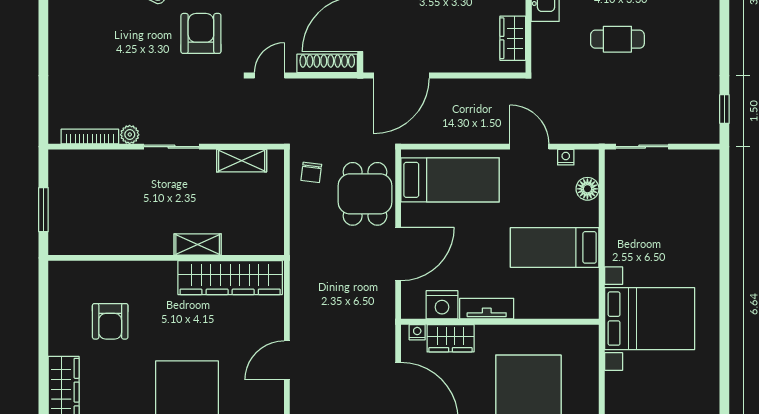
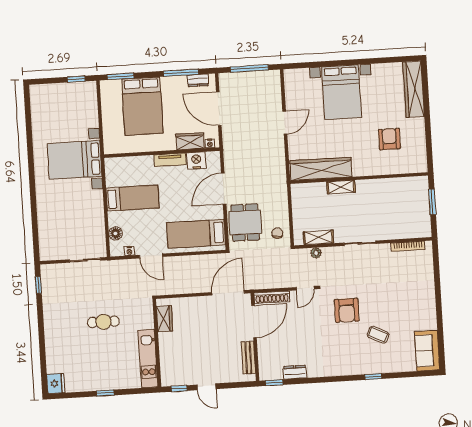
plant: (130, 135) -> (316, 253), moved

